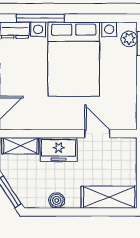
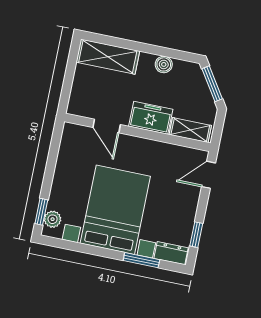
window: (40, 18) -> (141, 260), width x0.69

